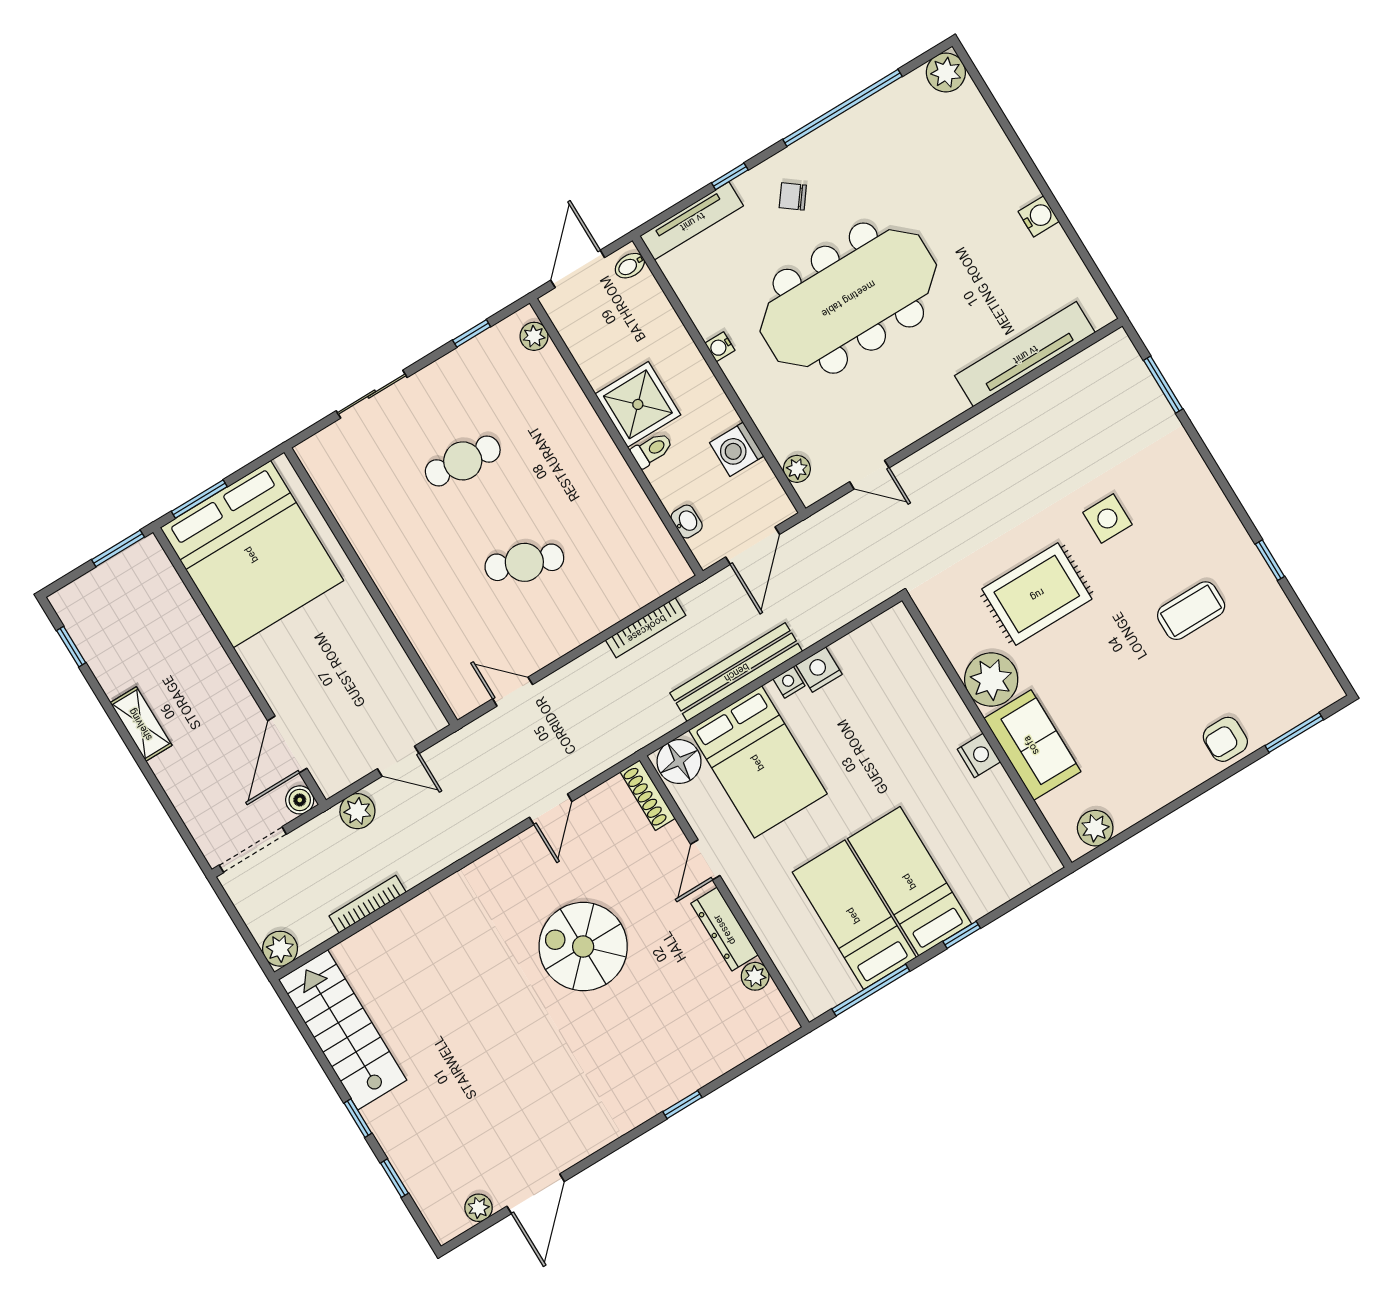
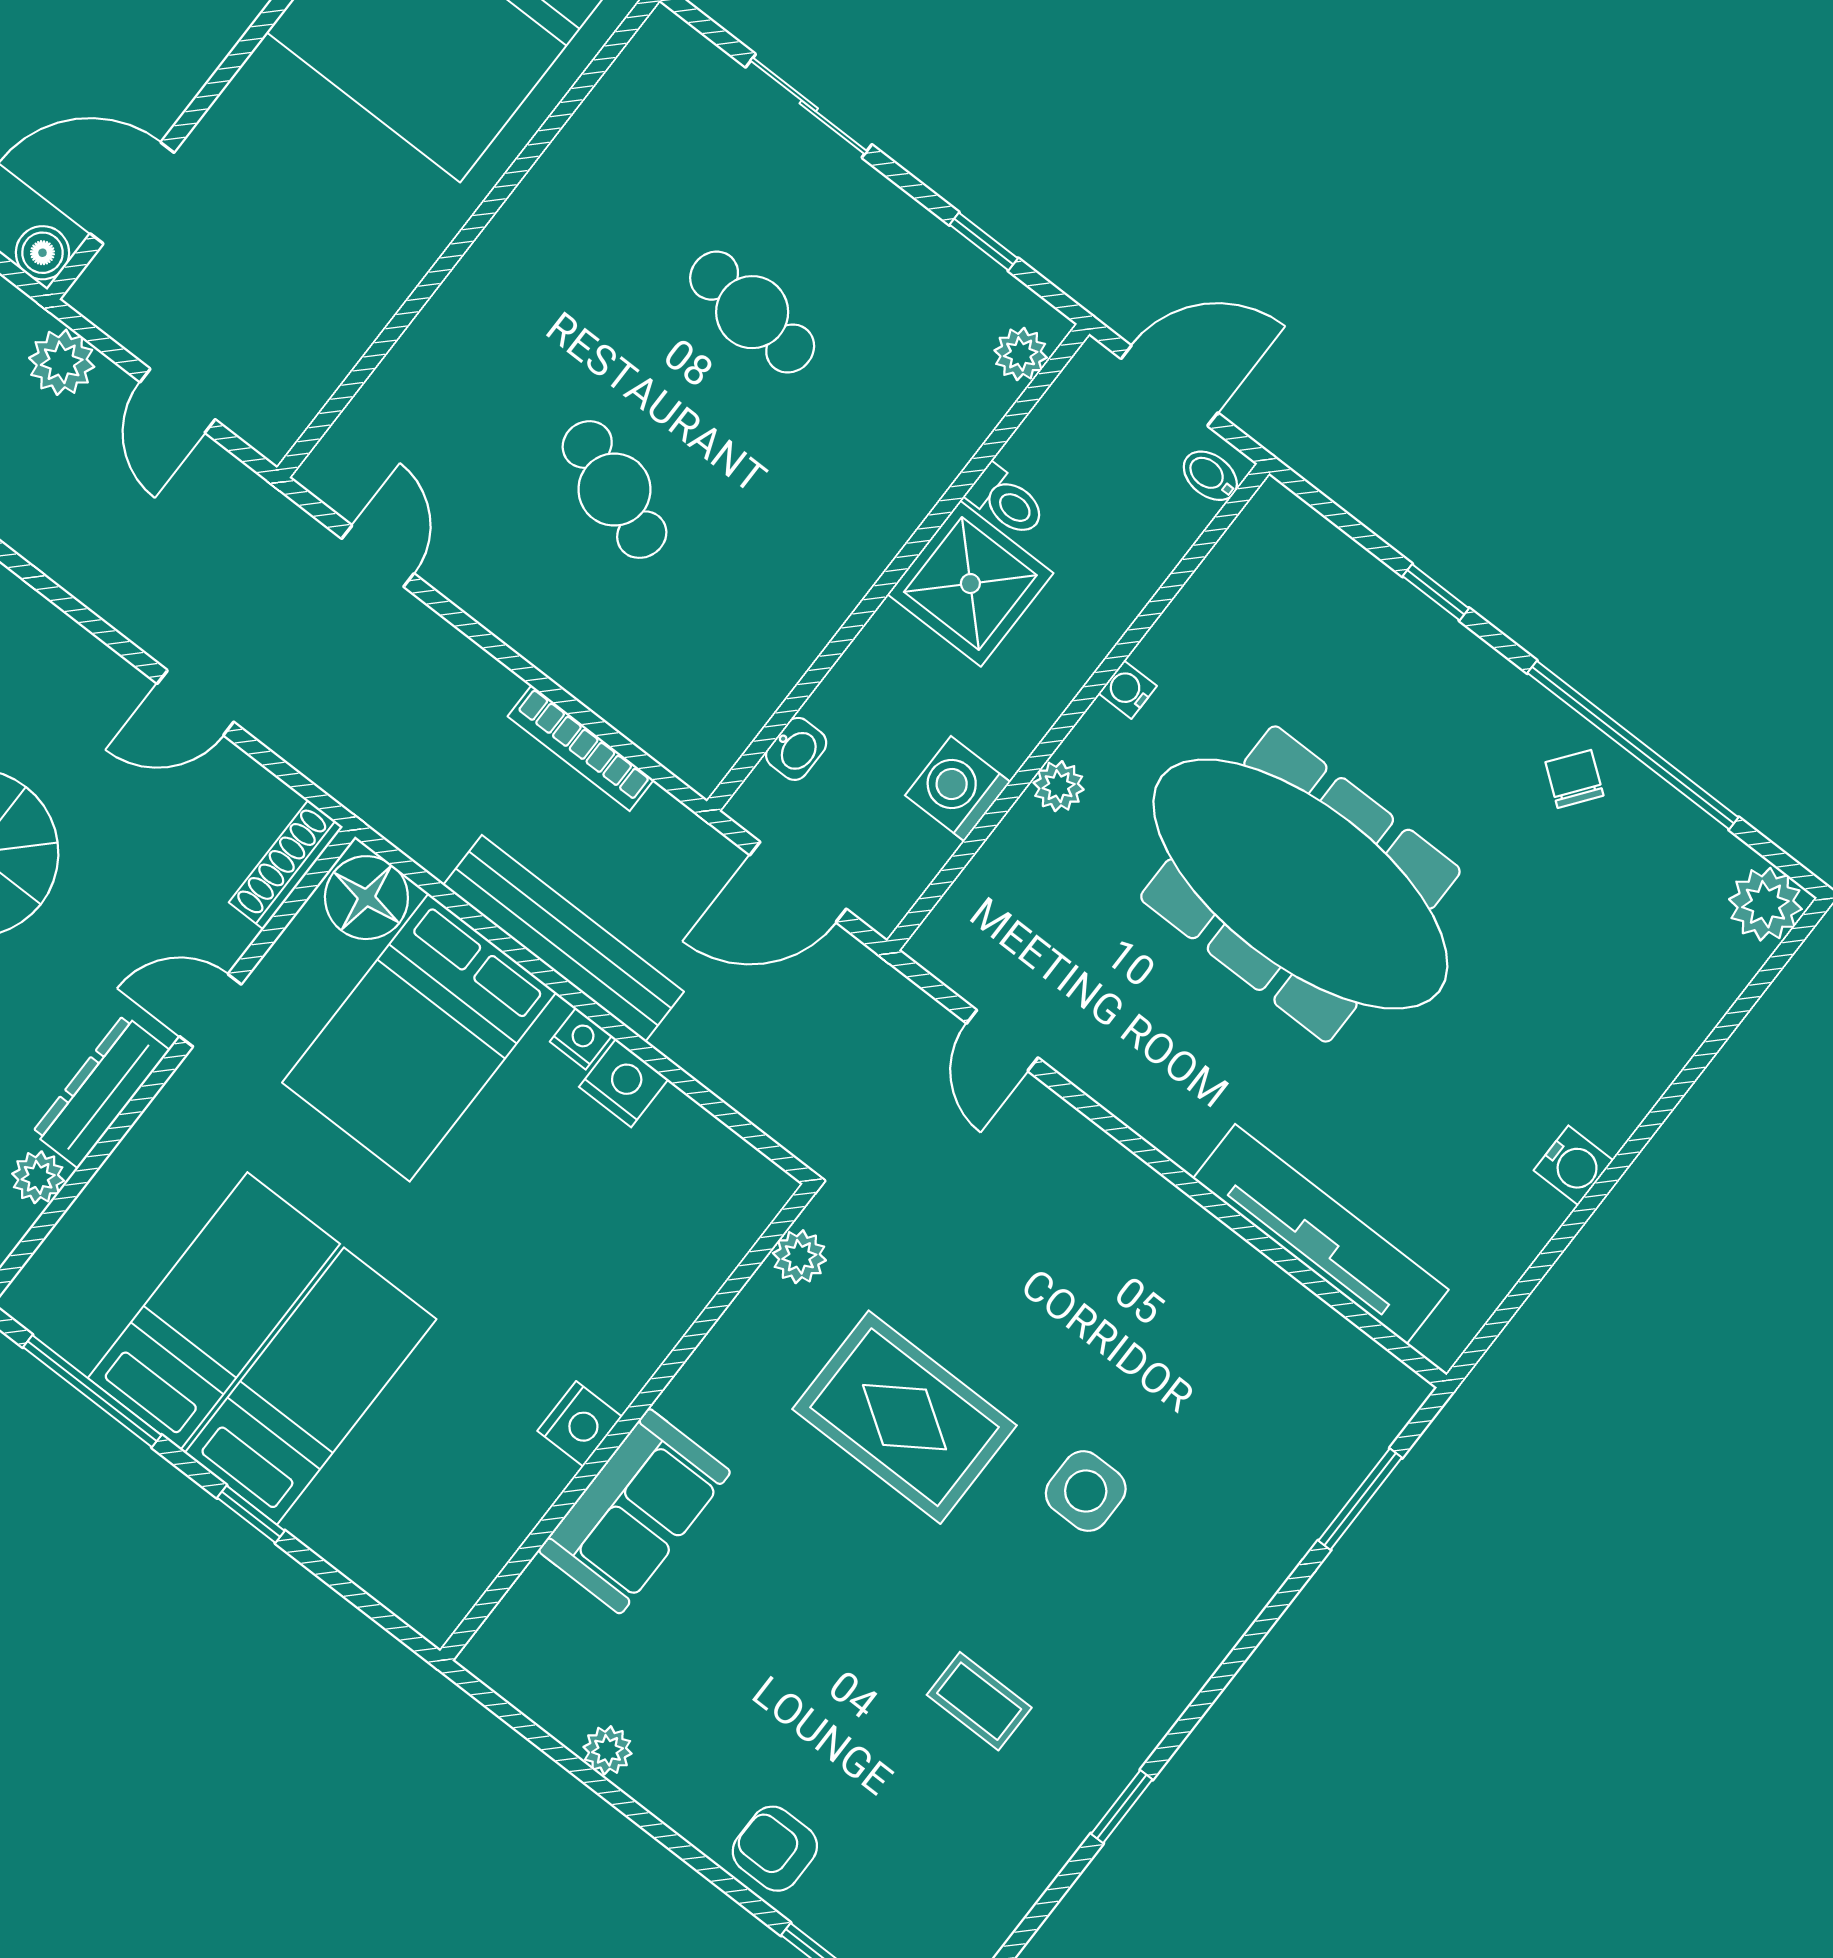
chair: (793, 196) -> (1574, 779), moved
tv unit: (692, 221) -> (1331, 555), removed
toilet: (652, 450) -> (1007, 501), moved
plant: (797, 469) -> (1059, 786), moved
coffee table: (1191, 611) -> (979, 1701), width x0.73, depth x0.77
plant: (991, 680) -> (799, 1257), moved, width x0.53, depth x0.53
plant: (1095, 828) -> (608, 1750), moved, width x0.73, depth x0.73

